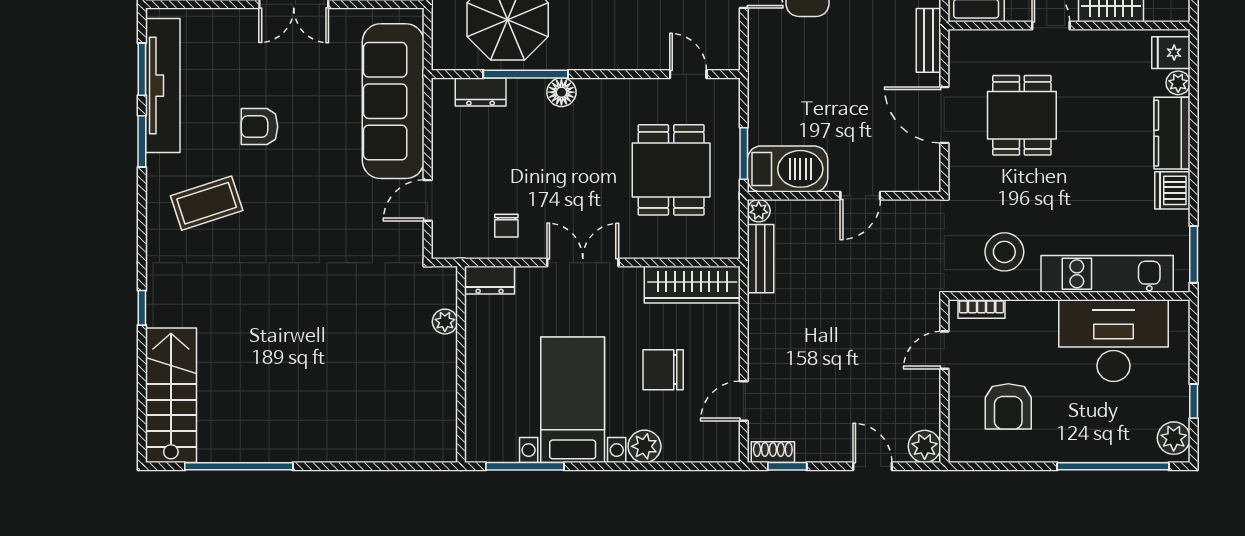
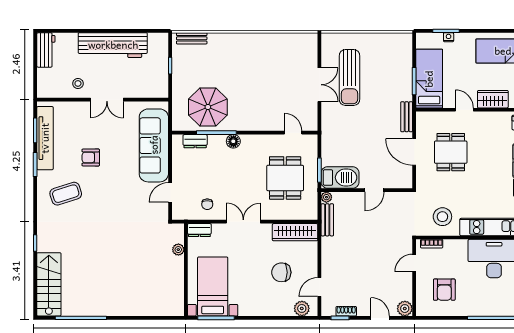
bed with nightstands: (573, 400) -> (213, 287), moved
plant: (644, 446) -> (302, 308), moved
shoe rack: (773, 452) -> (346, 311), moved

